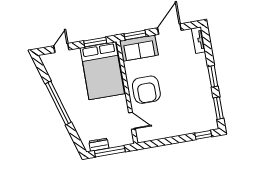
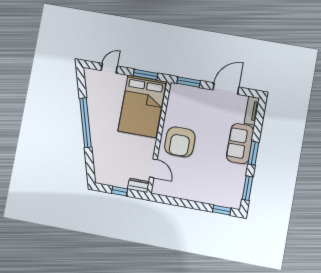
sofa: (139, 48) -> (240, 144), moved, turned 90
dresser: (99, 145) -> (138, 185), moved
window: (110, 151) -> (119, 191), width x0.46

